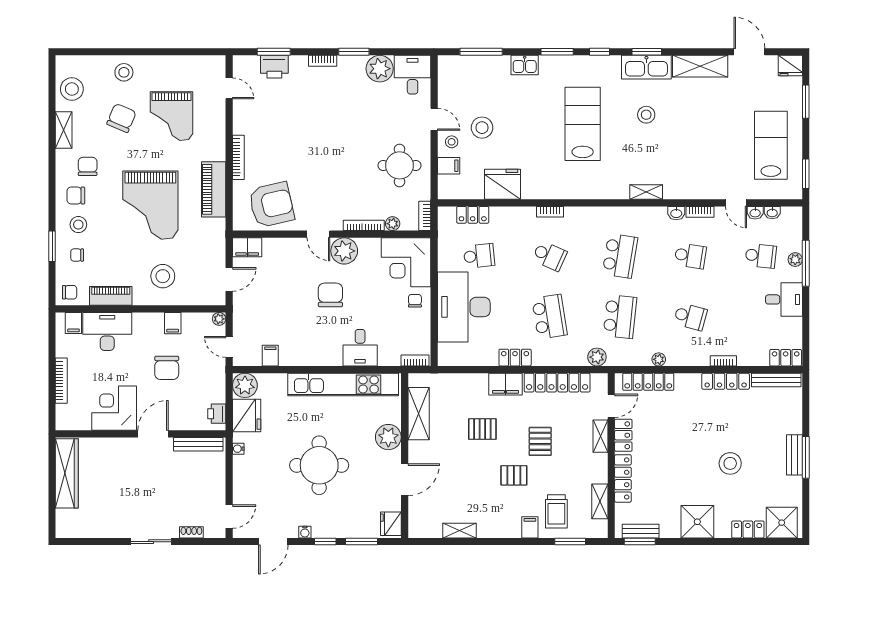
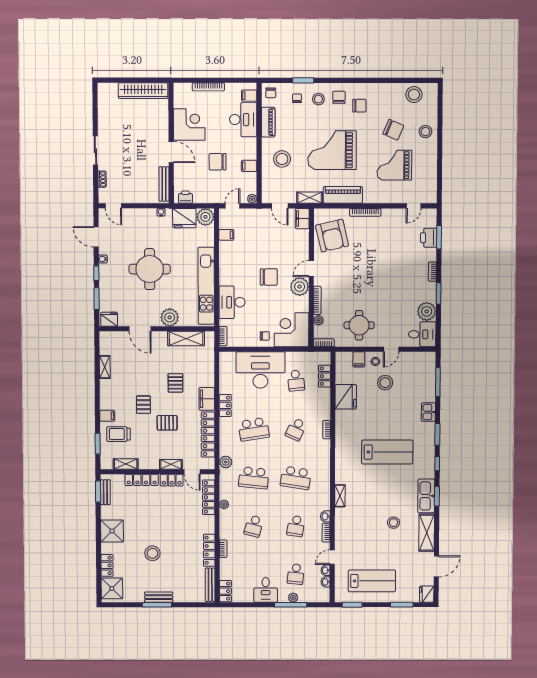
stool: (646, 115) -> (394, 523), moved
shelving: (64, 130) -> (310, 198), moved
desk: (360, 348) -> (232, 302), width x1.37

